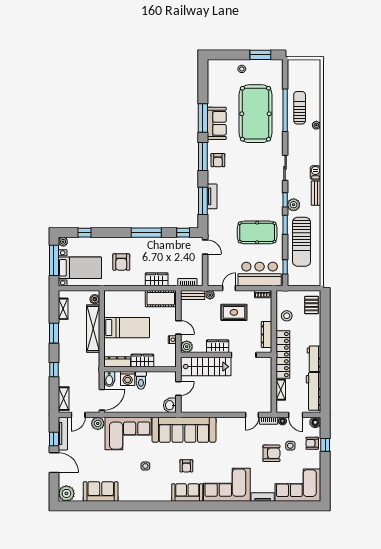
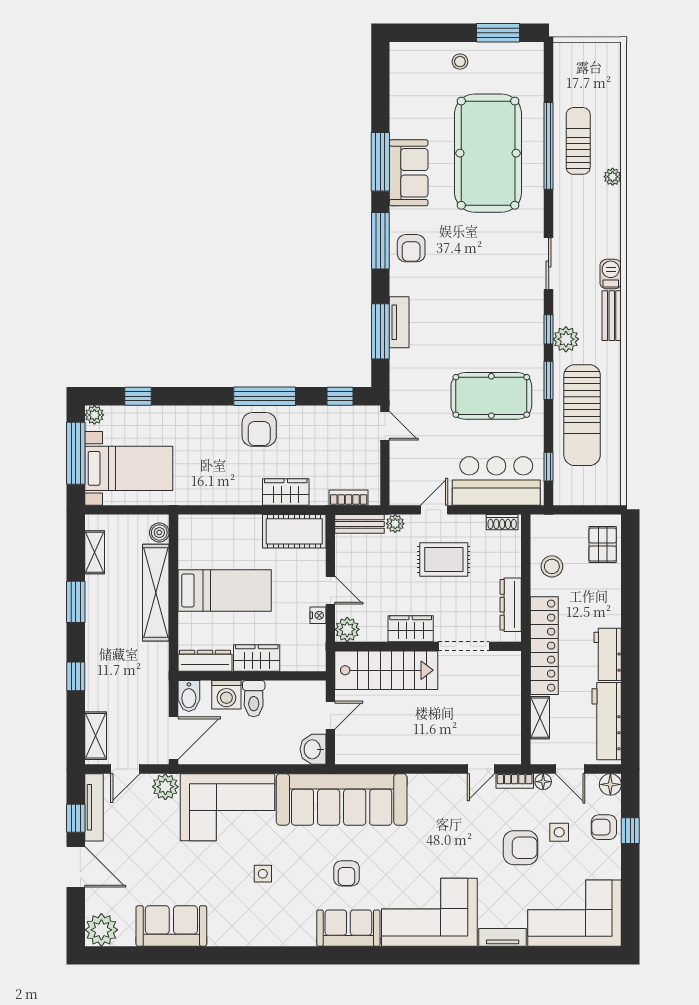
armchair: (121, 262) -> (259, 429), moved

